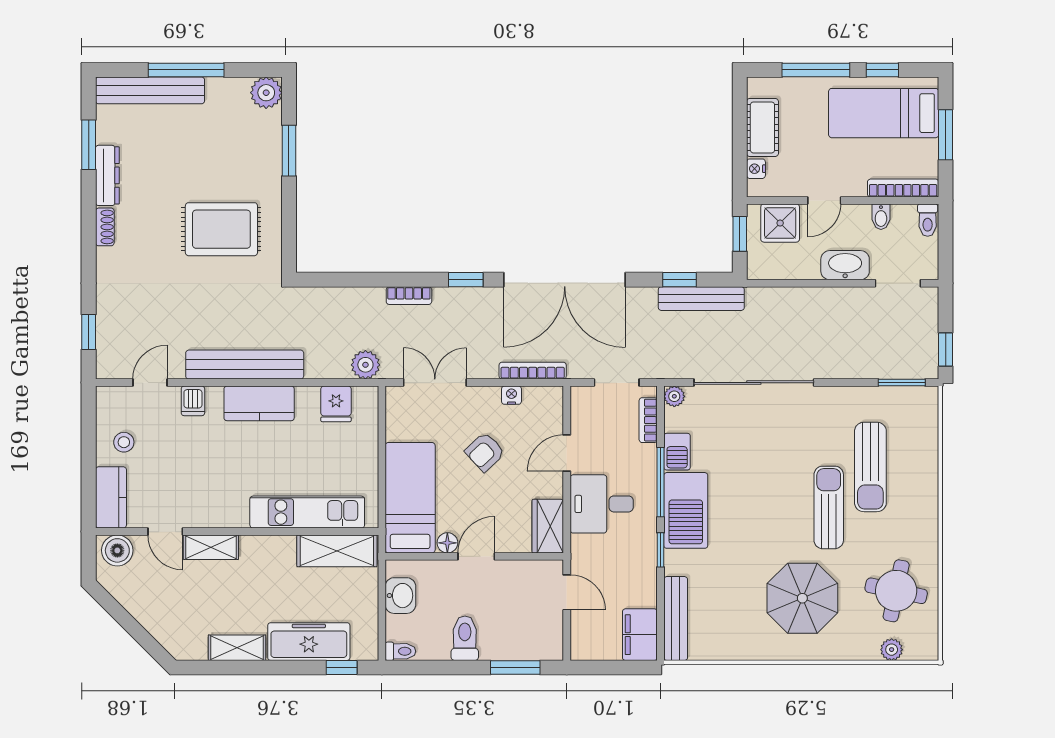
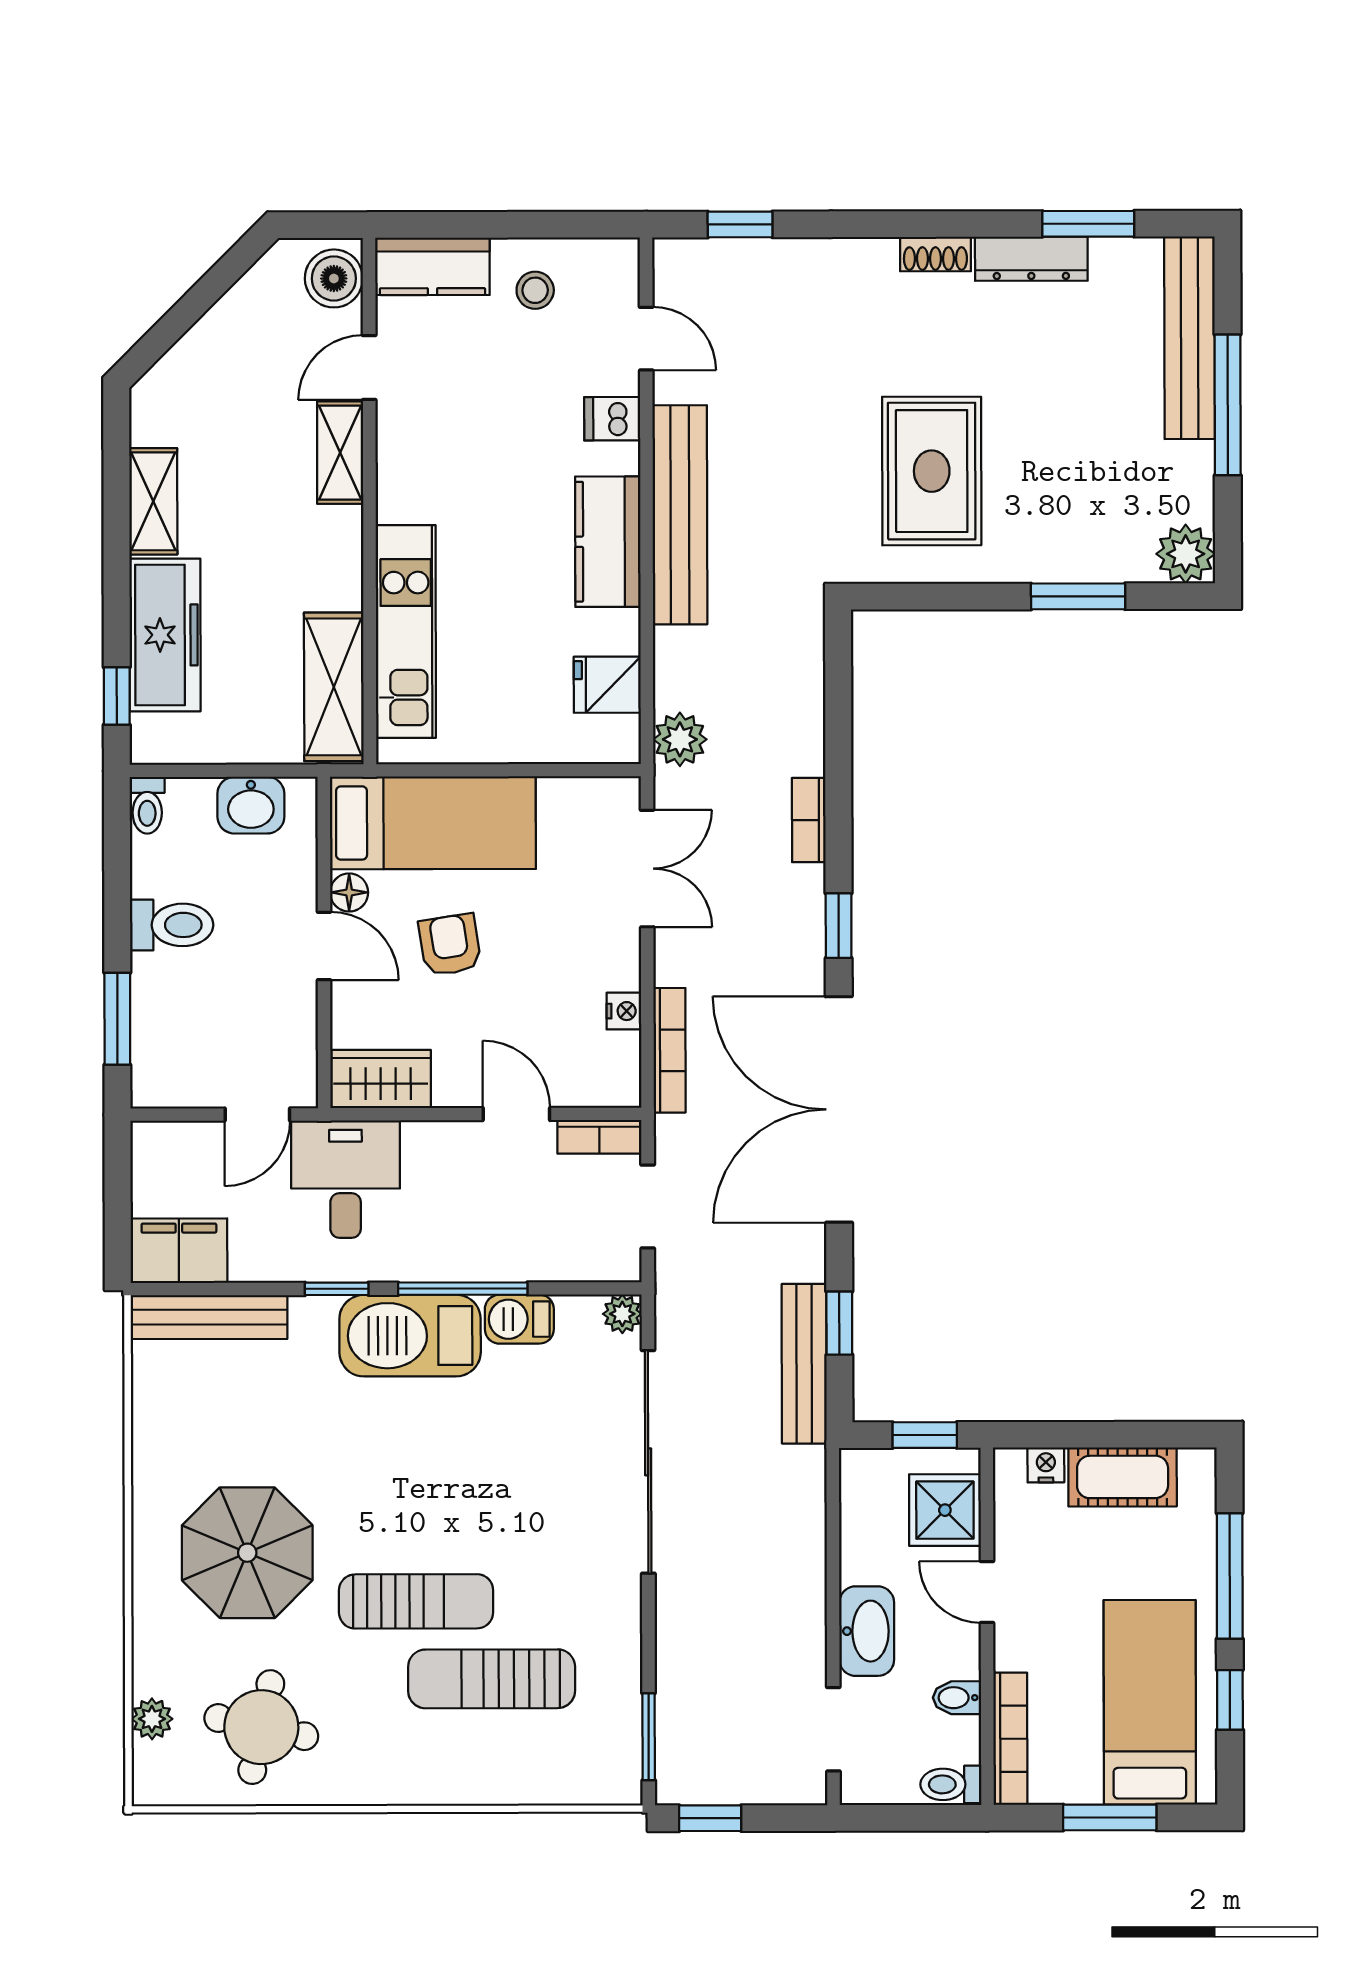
bookcase: (648, 420) -> (599, 1137), moved, turned 180
armchair: (485, 452) -> (450, 945), moved, turned 34
desk: (602, 504) -> (346, 1179), moved

